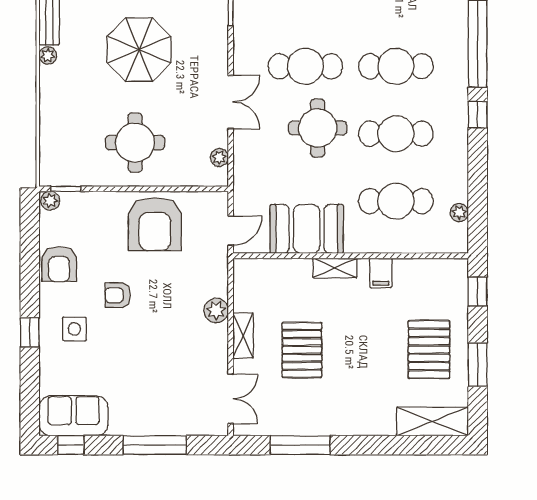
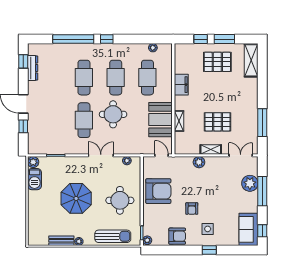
sun lounger: (59, 127) -> (113, 236), added
shelving: (335, 268) -> (179, 121), moved
filing cabinet: (381, 273) -> (181, 85), width x2.00
window: (478, 291) -> (201, 39), moved
plant: (171, 419) -> (250, 183), added

